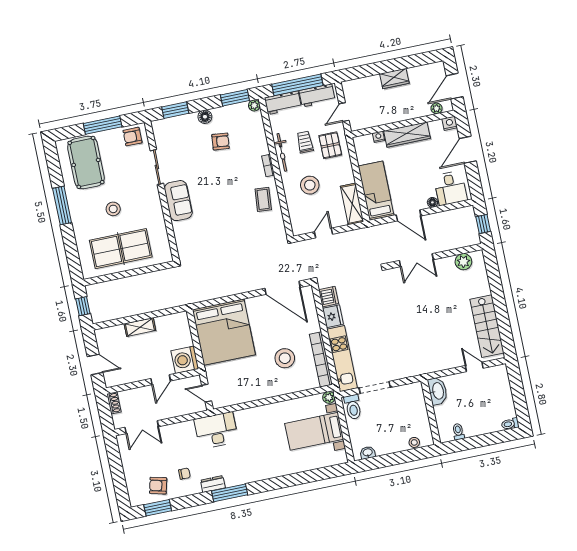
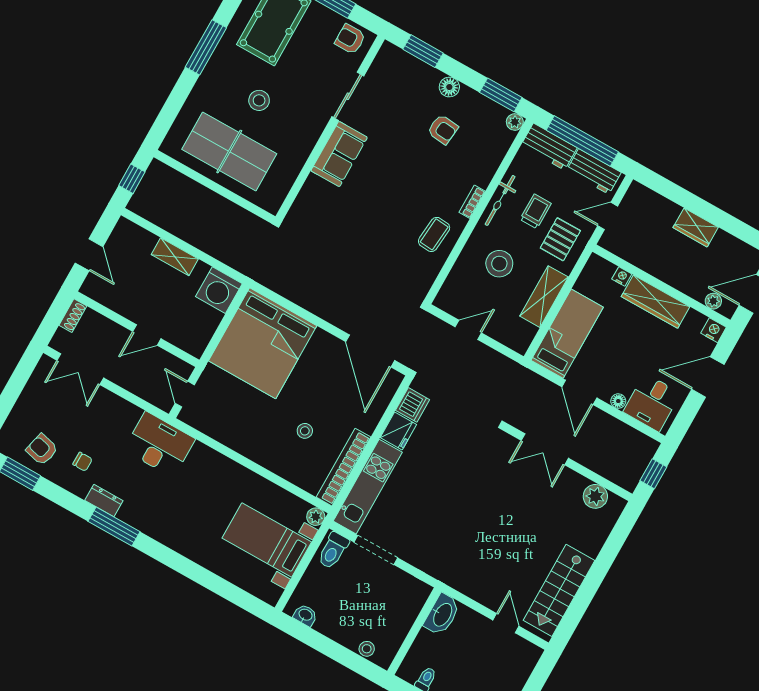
shelving: (352, 204) -> (544, 297), moved
stool: (285, 358) -> (305, 431), width x0.53, depth x0.53
washing machine: (185, 360) -> (219, 290), moved, turned -90

